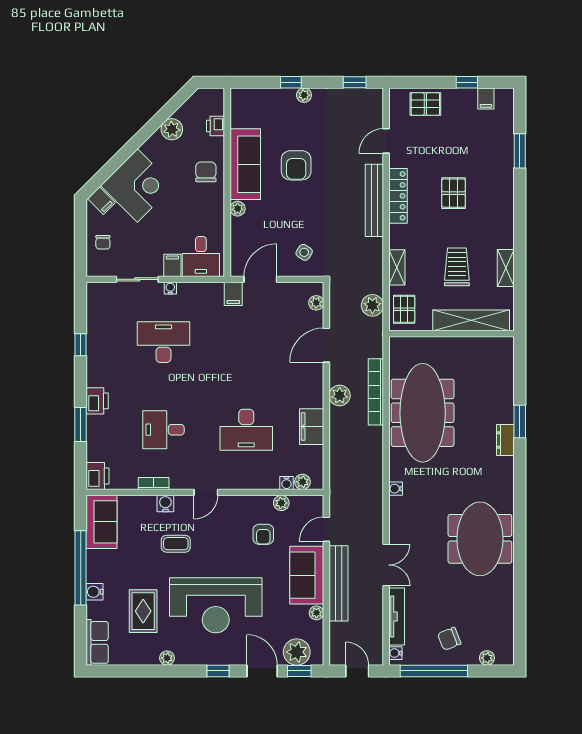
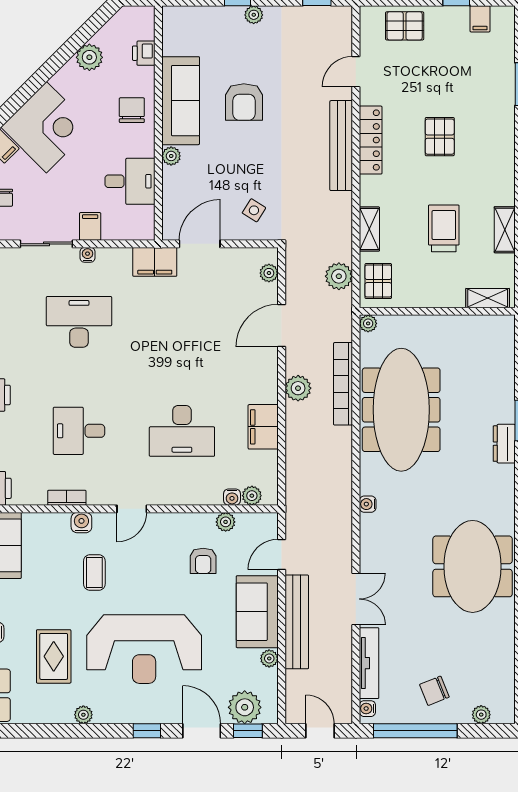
desk: (201, 257) -> (130, 181), moved, turned -90
filing cabinet: (233, 294) -> (155, 262), width x2.00
shelving: (471, 320) -> (488, 298), width x0.45, depth x0.75
plant: (396, 343) -> (368, 323), added
coffee table: (176, 544) -> (94, 572), turned 90

